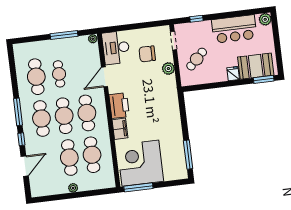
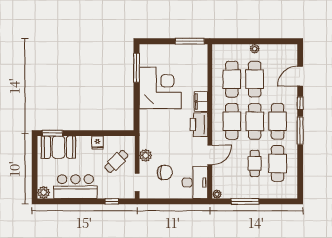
fridge: (233, 74) -> (97, 142), moved
corner desk: (140, 163) -> (160, 88), moved, turned -90

